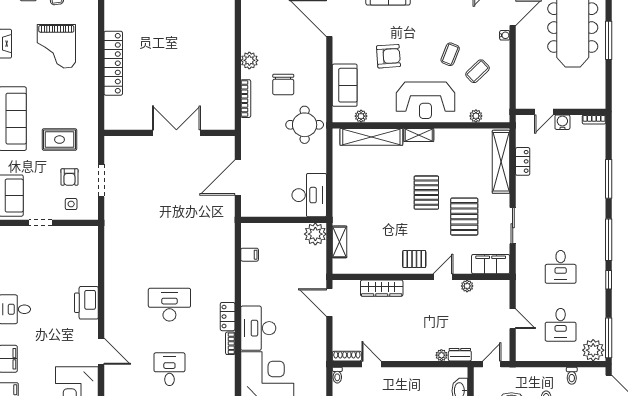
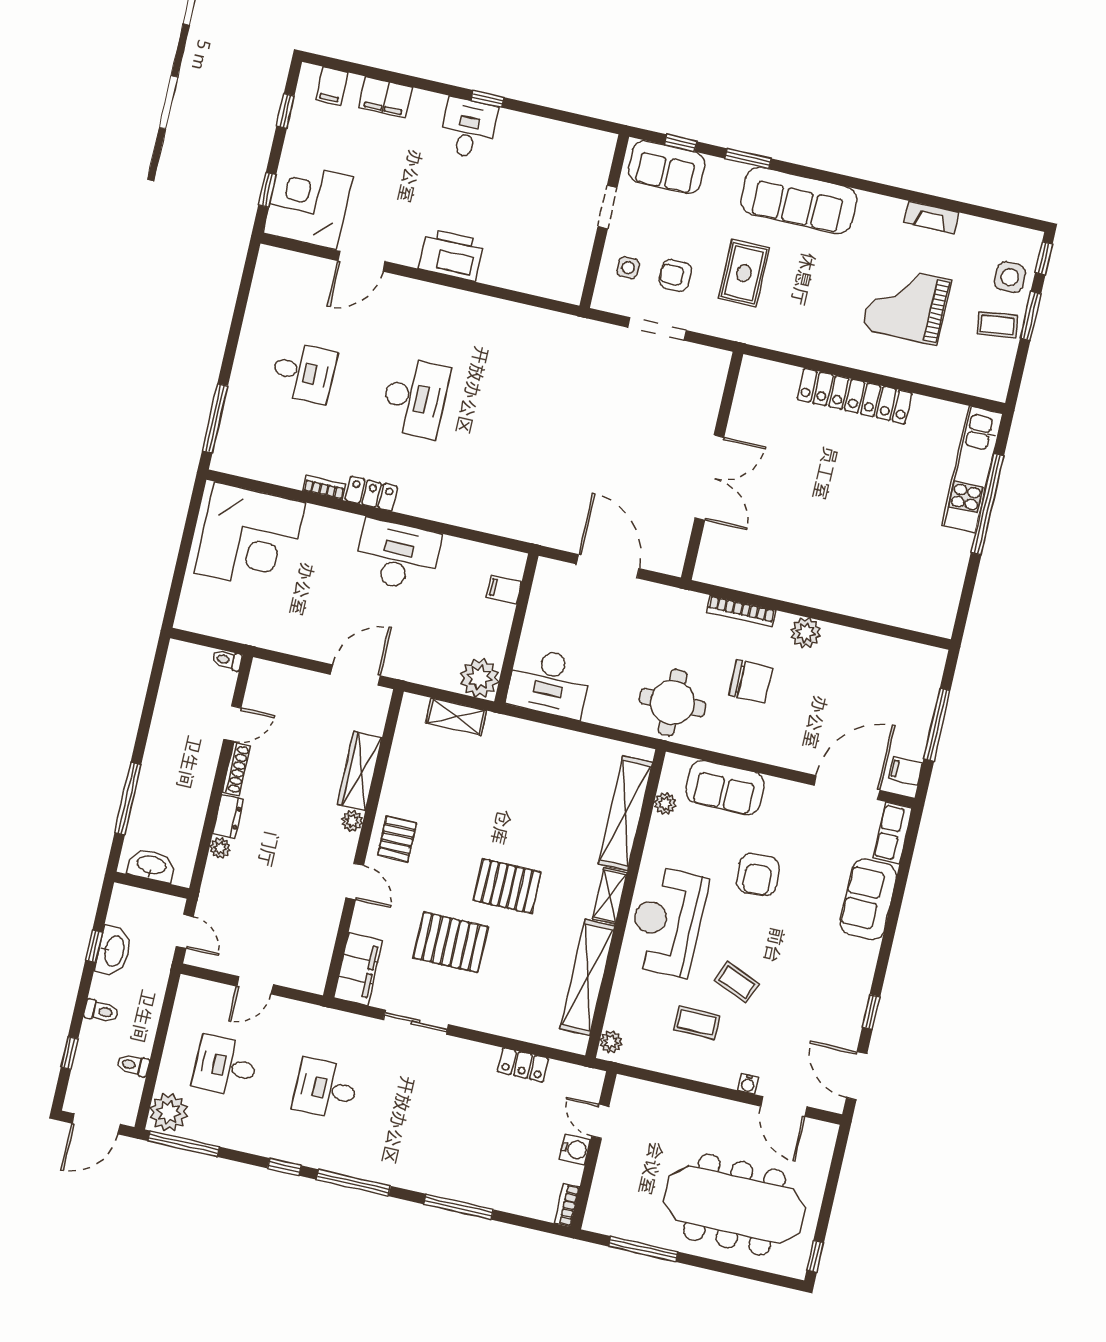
window: (609, 40) -> (643, 1249), moved
coffee table: (477, 71) -> (697, 1023), turned -46
chair: (283, 84) -> (751, 682), turned 180
plant: (476, 116) -> (611, 1042), moved
shelving: (501, 162) -> (587, 977), moved, turned 90
filing cabinet: (250, 255) -> (504, 590), moved, turned 90
plant: (467, 286) -> (352, 821), moved
desk: (258, 328) -> (397, 555), moved
dresser: (460, 355) -> (228, 816), moved
shoe rack: (347, 356) -> (236, 769), moved

